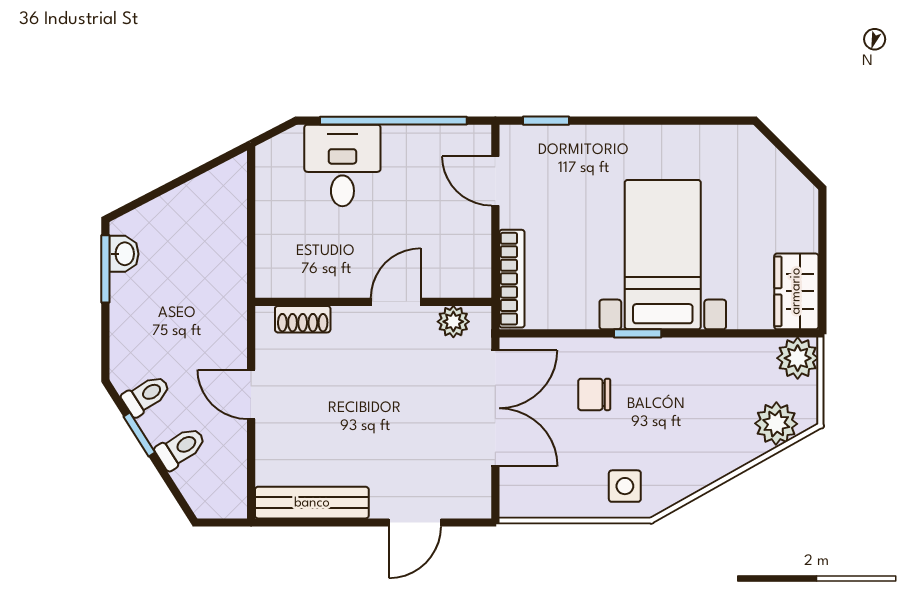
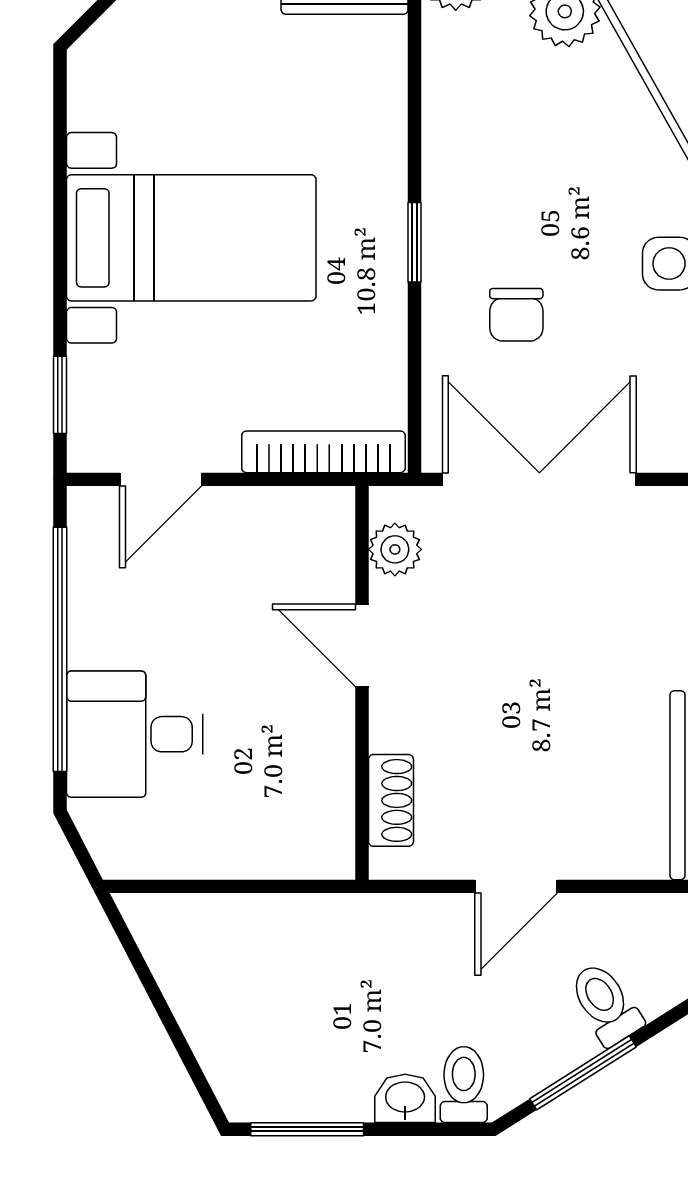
washbasin: (124, 254) -> (405, 1098), moved
bed with nightstands: (663, 255) -> (191, 238), moved, turned 180
toilet: (146, 395) -> (464, 1085), moved, turned 32
window: (139, 434) -> (583, 1073), width x1.50

